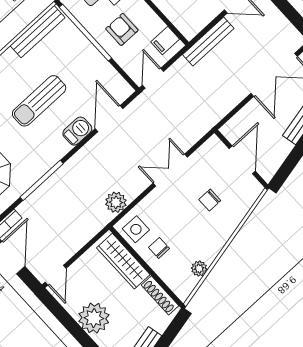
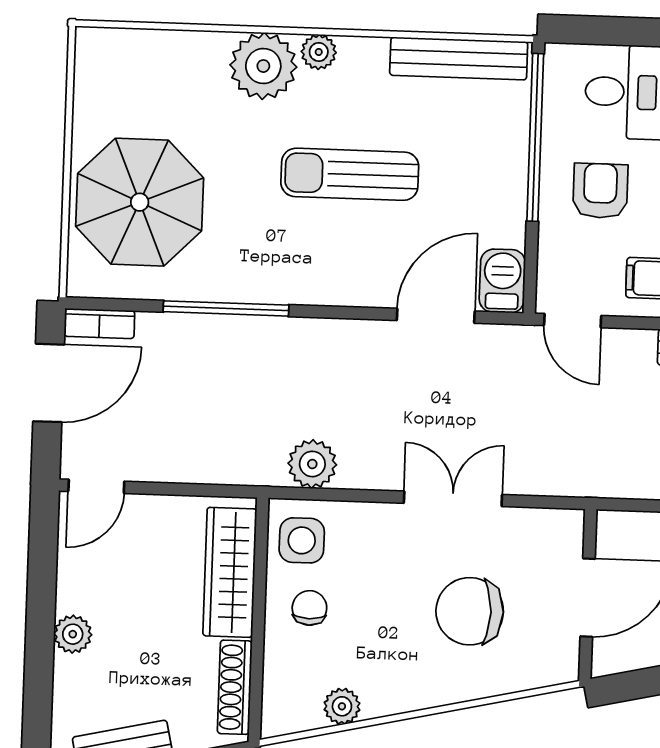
door: (153, 78) -> (573, 321), swing flipped
barbecue: (77, 131) -> (502, 281), moved, turned -90
chair: (210, 200) -> (470, 611), width x1.87, depth x1.87
plant: (94, 318) -> (73, 634), width x0.53, depth x0.53

